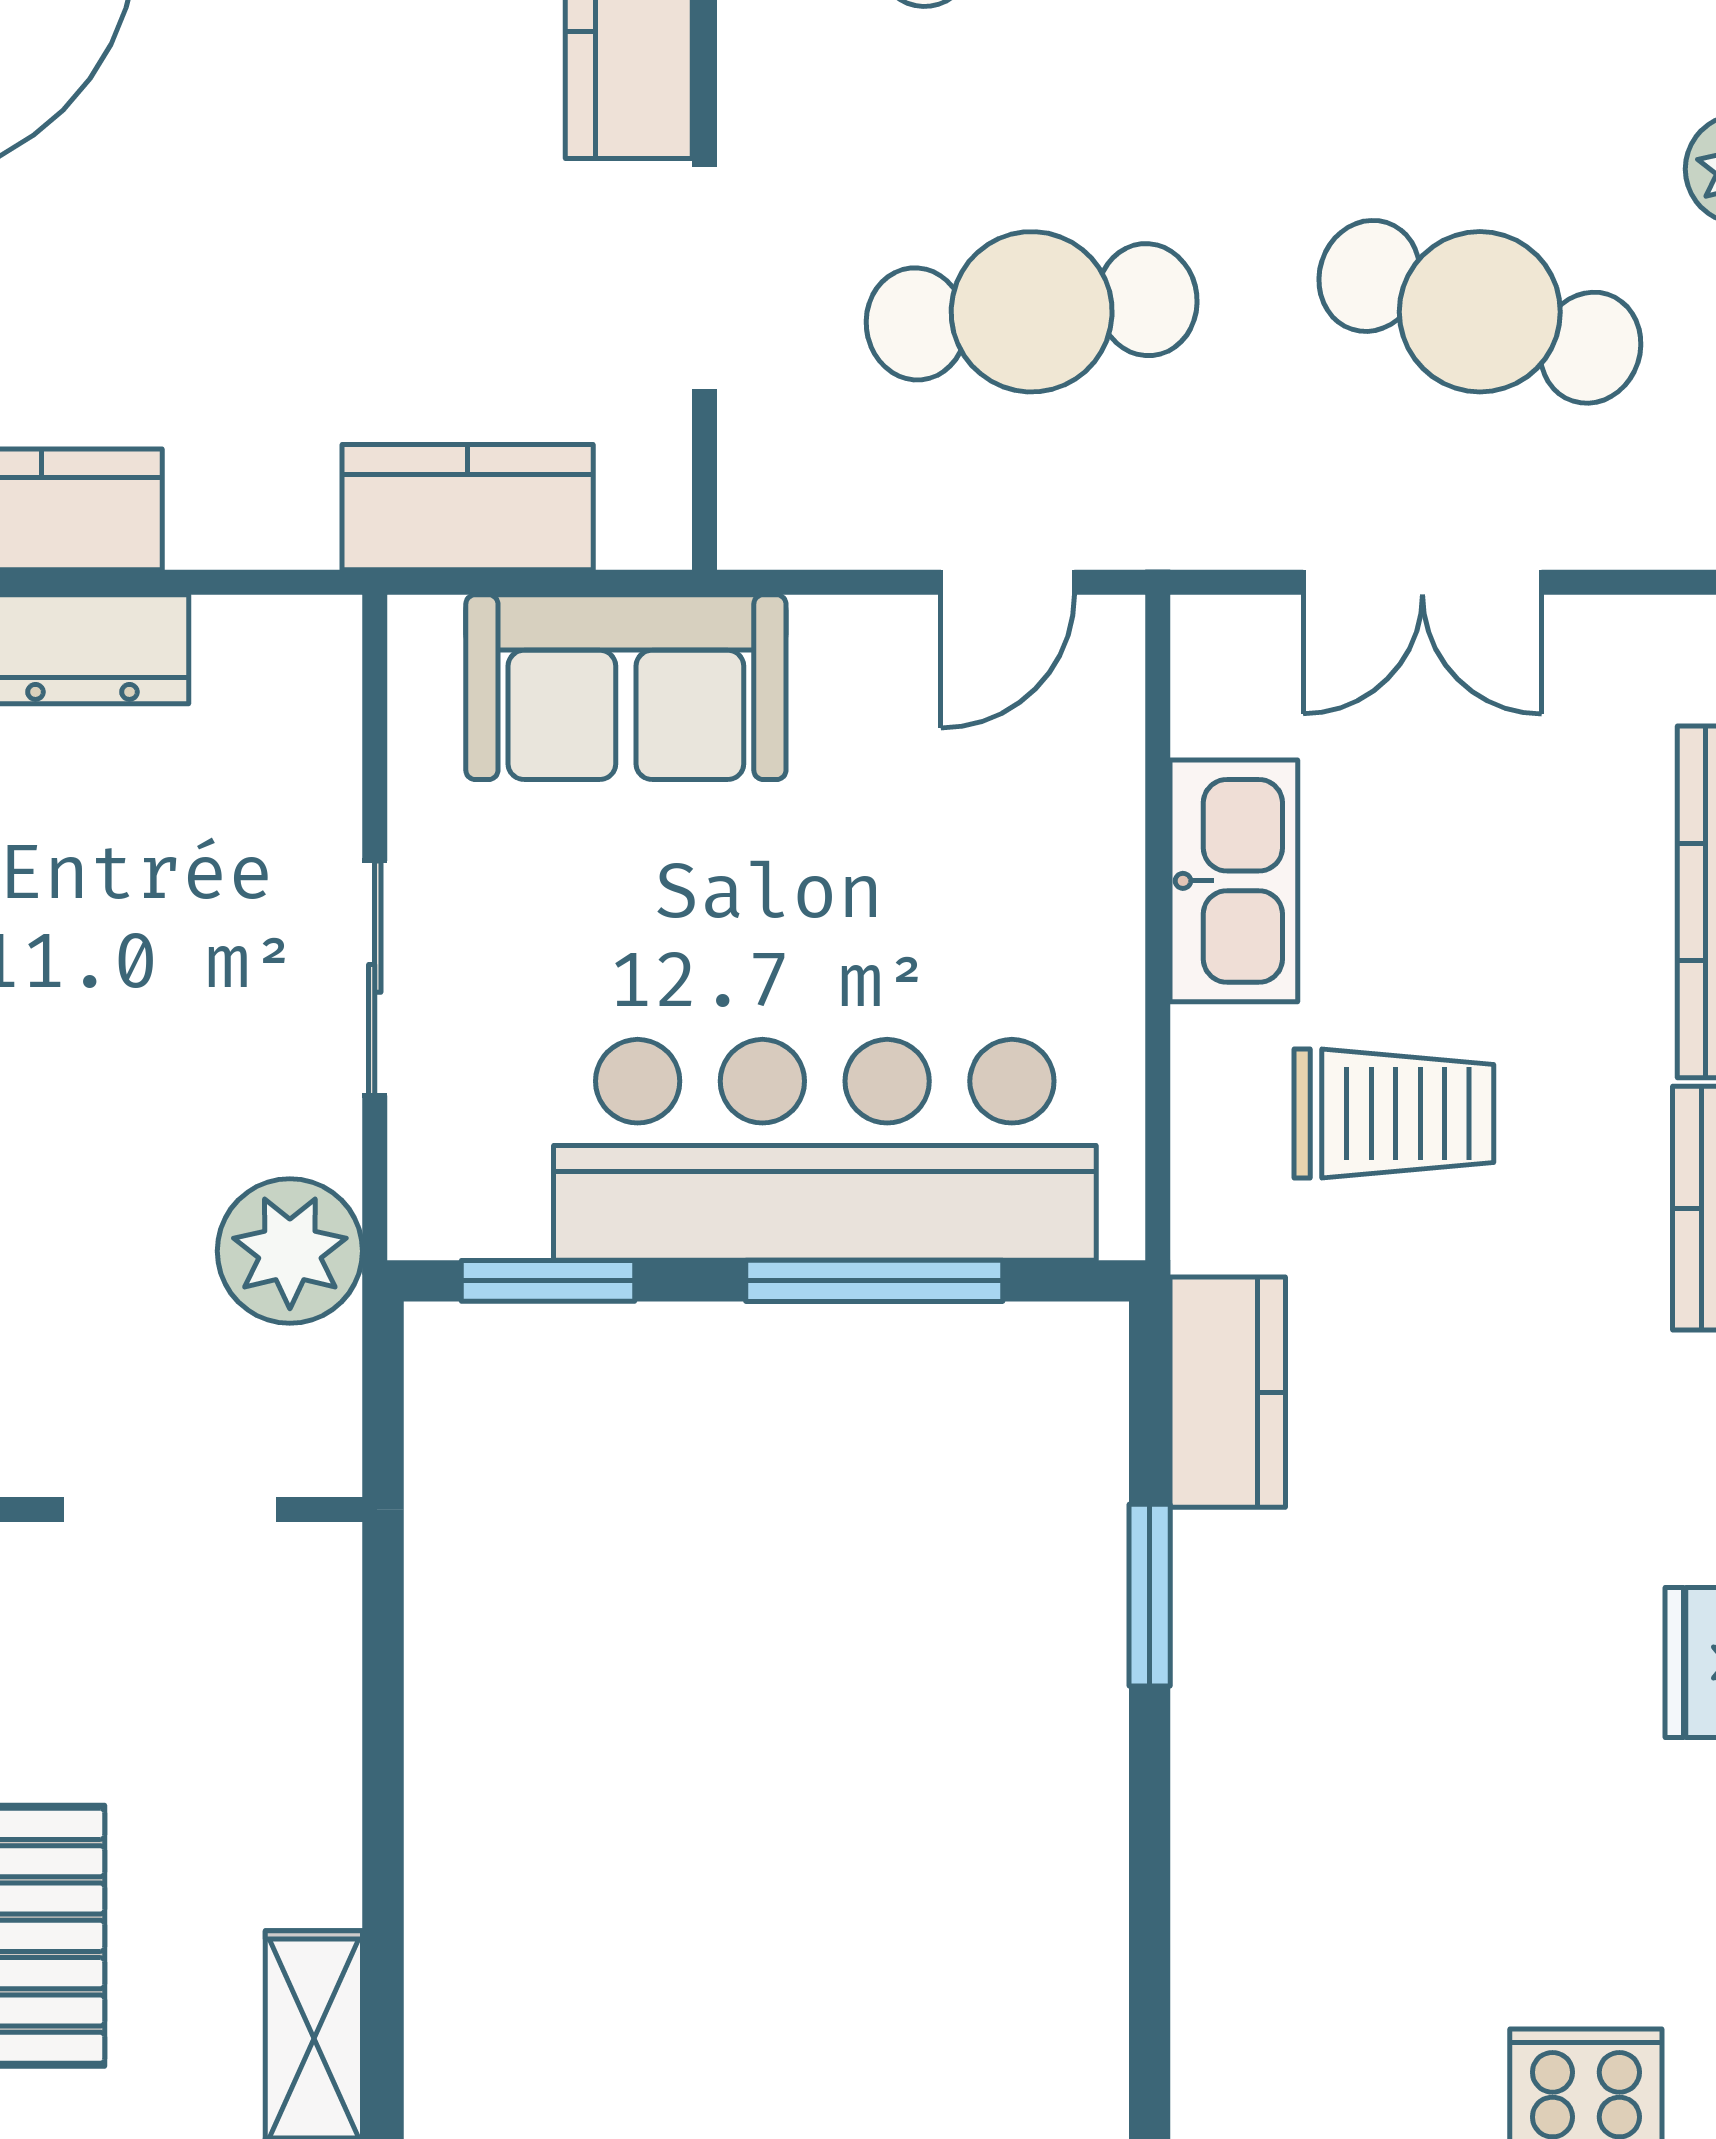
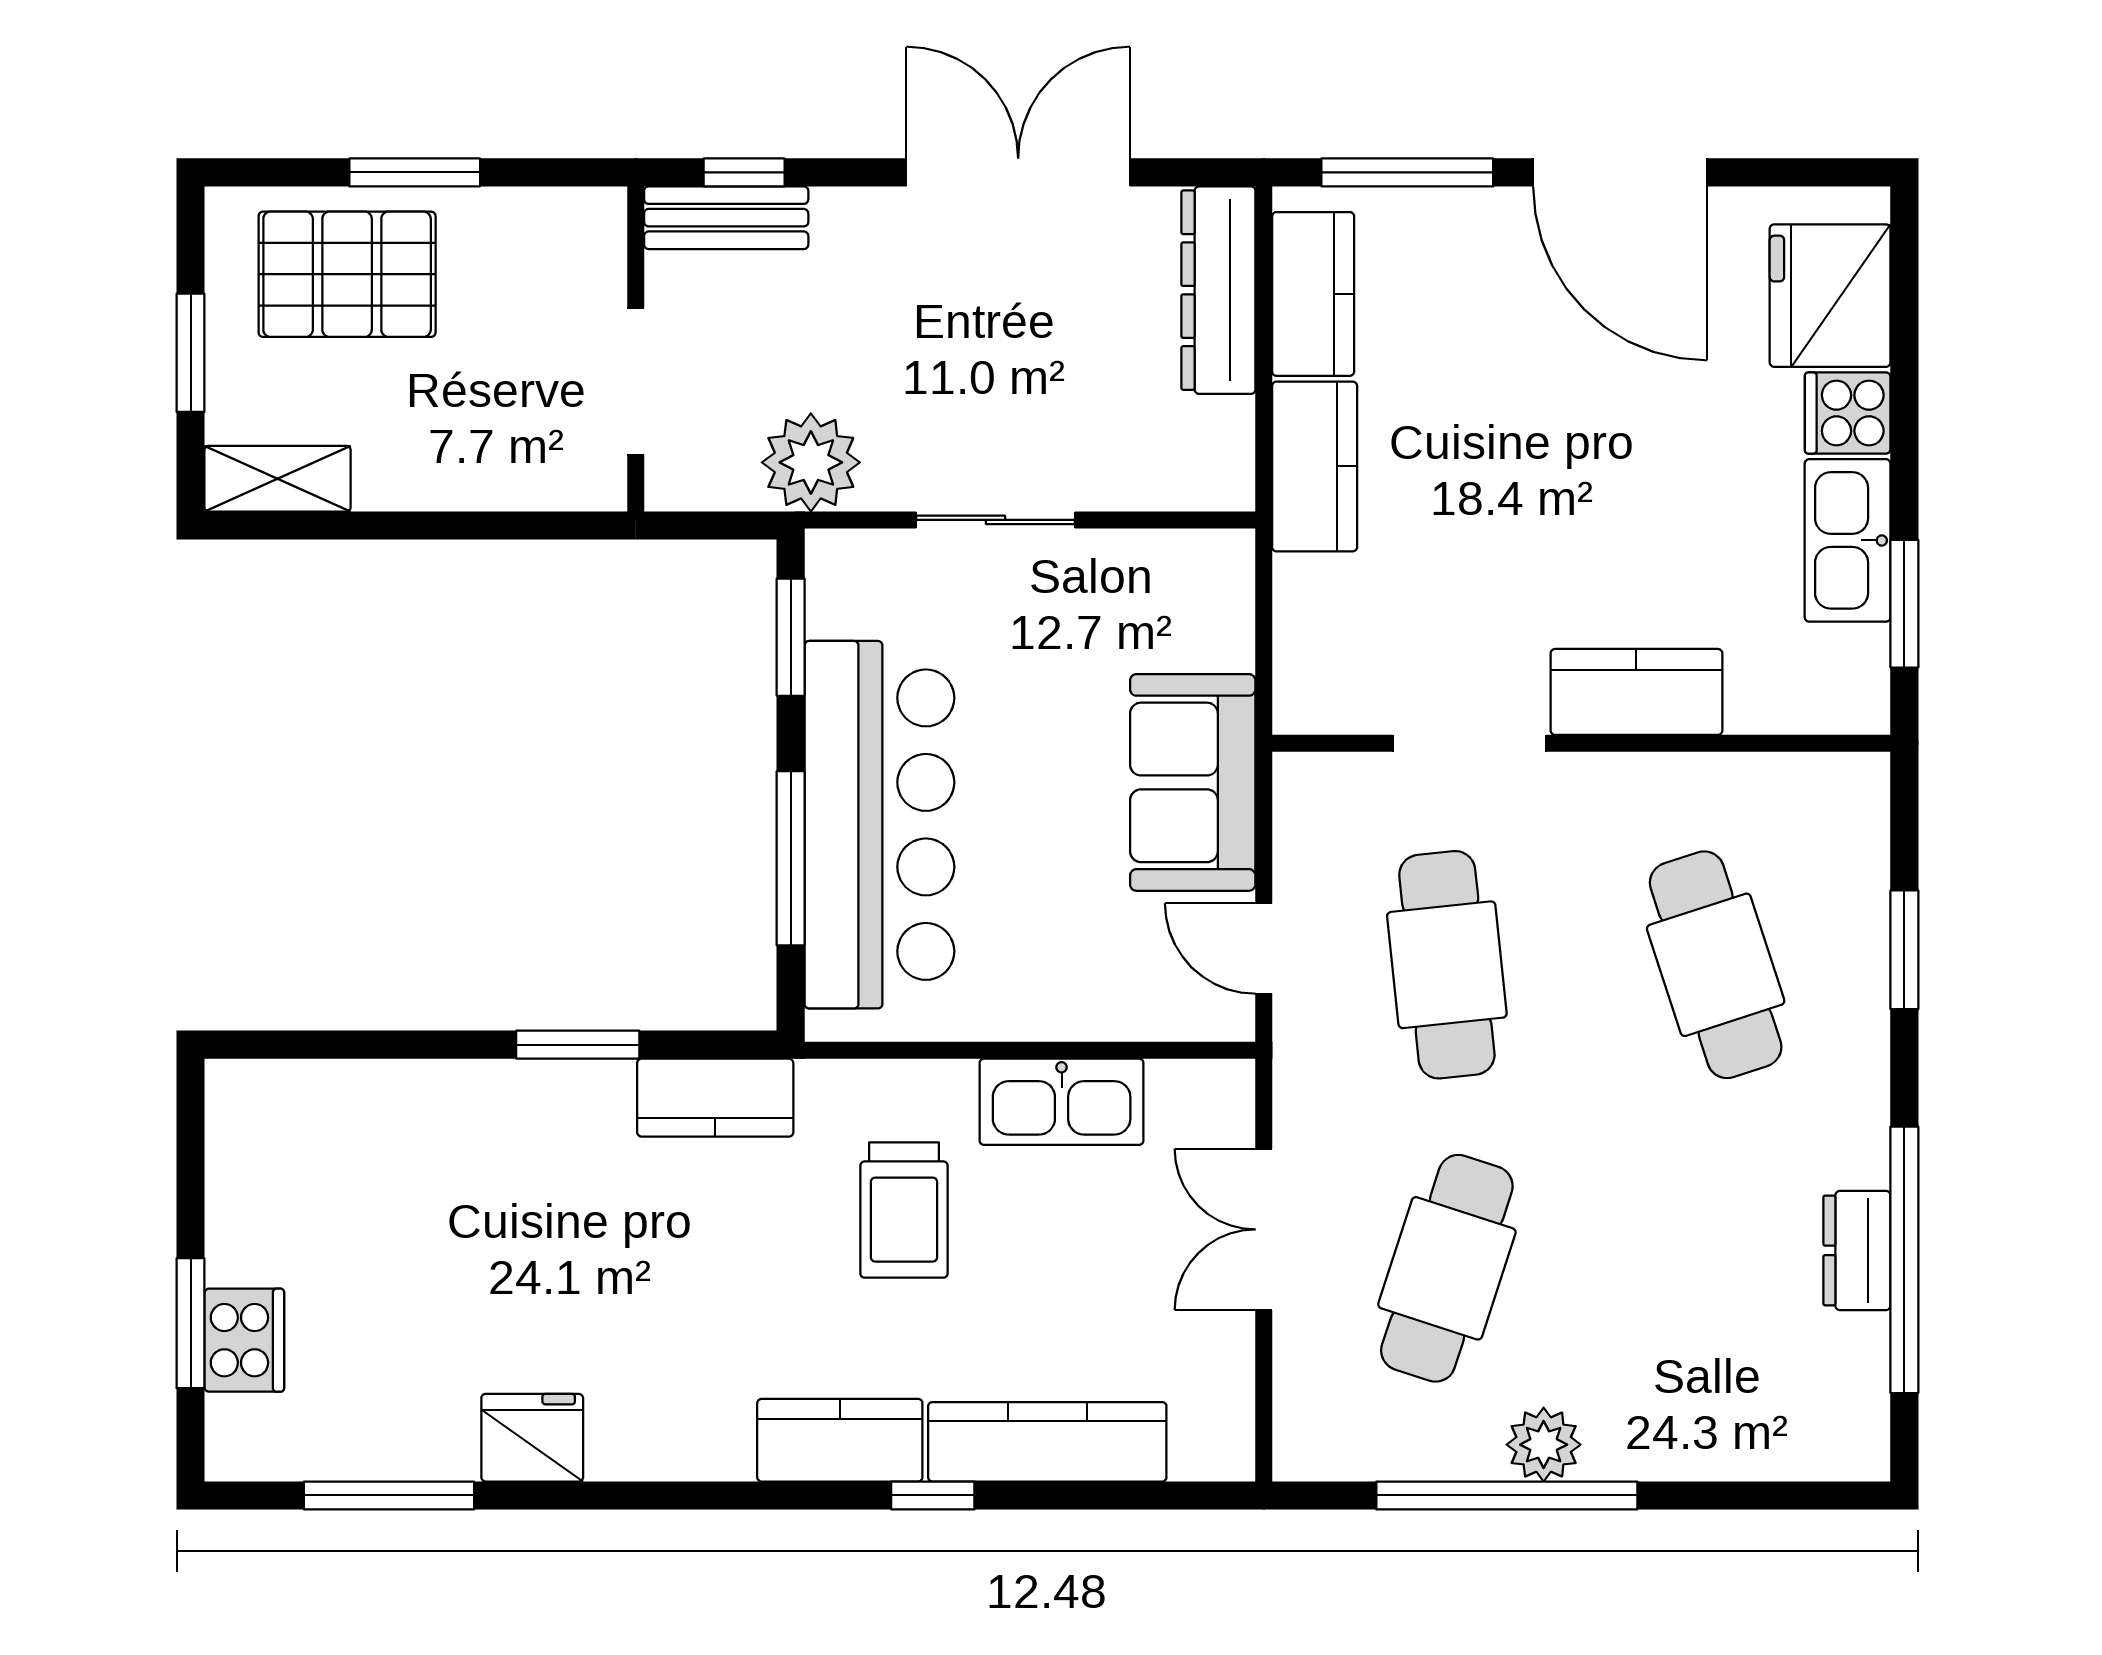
kitchen counter: (468, 507) -> (1315, 466), moved
sofa: (626, 687) -> (1193, 782), moved

